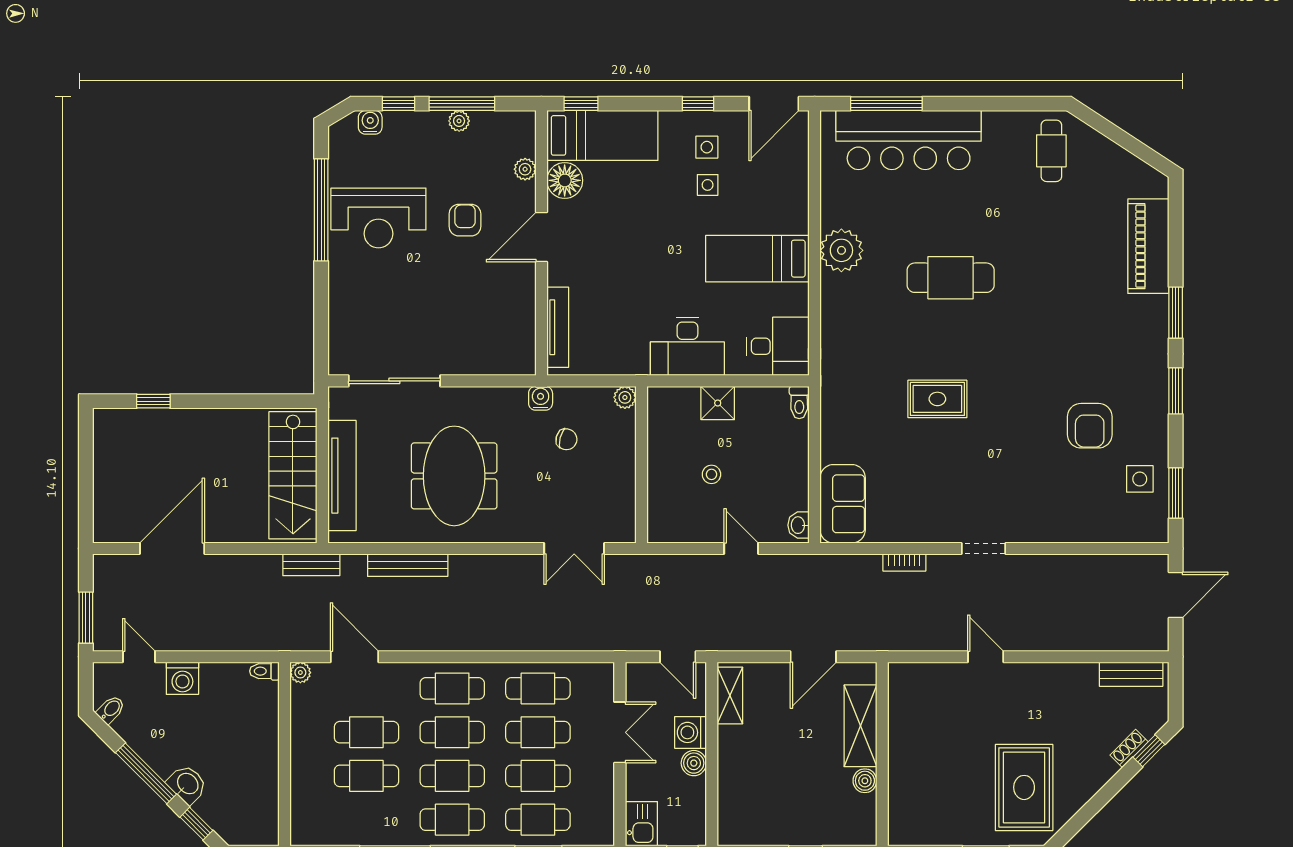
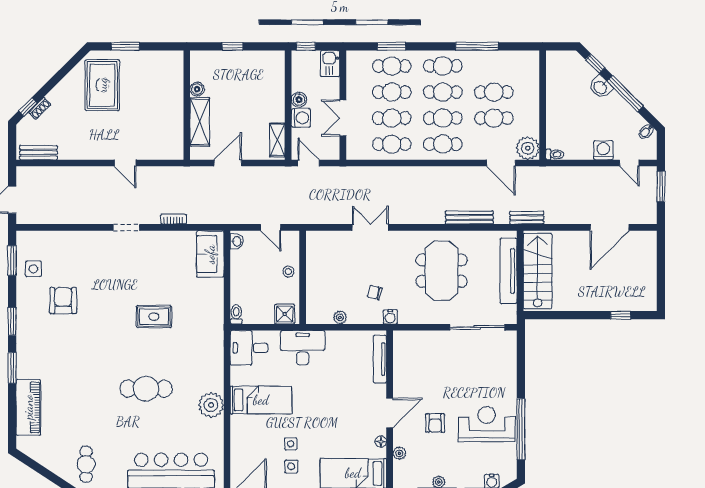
floor lamp: (565, 180) -> (381, 442), width x0.53, depth x0.53
wall: (641, 465) -> (303, 277), moved
plant: (300, 673) -> (528, 148), width x1.88, depth x1.88

